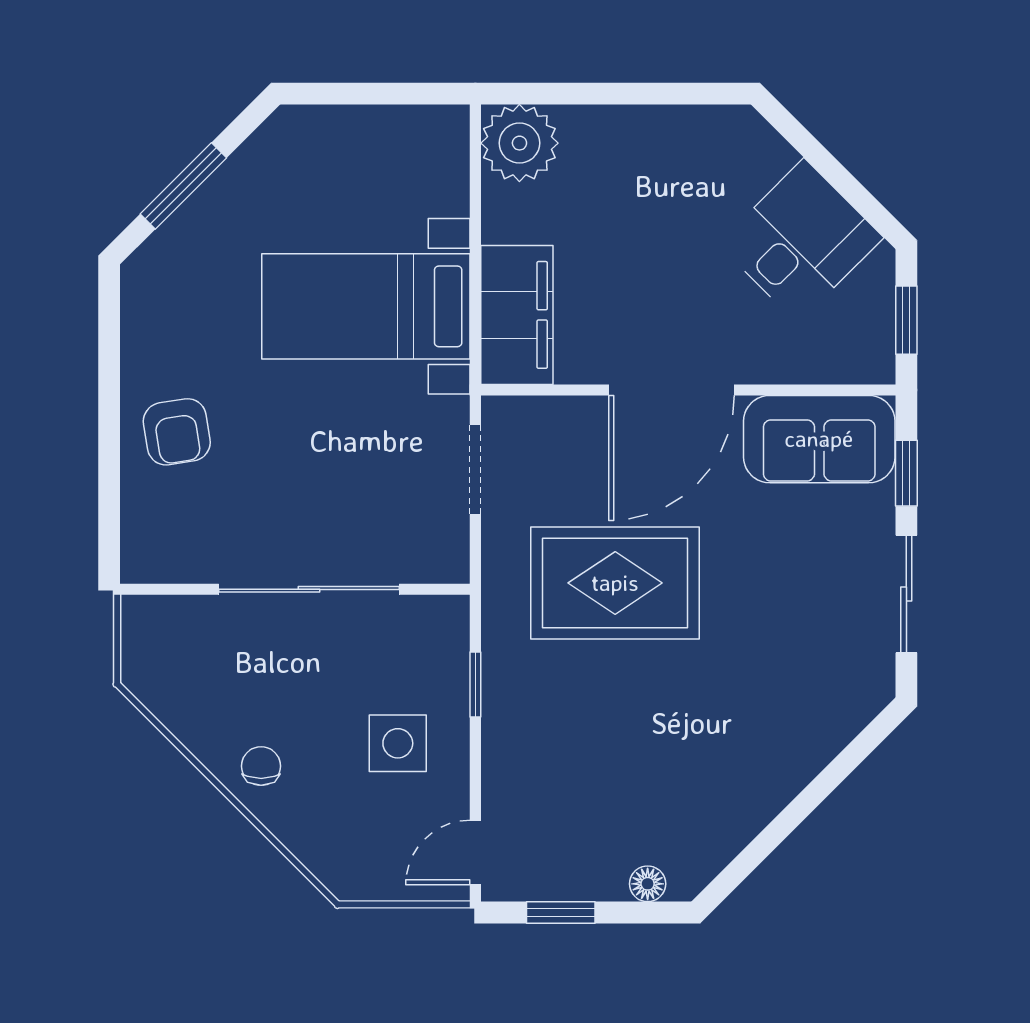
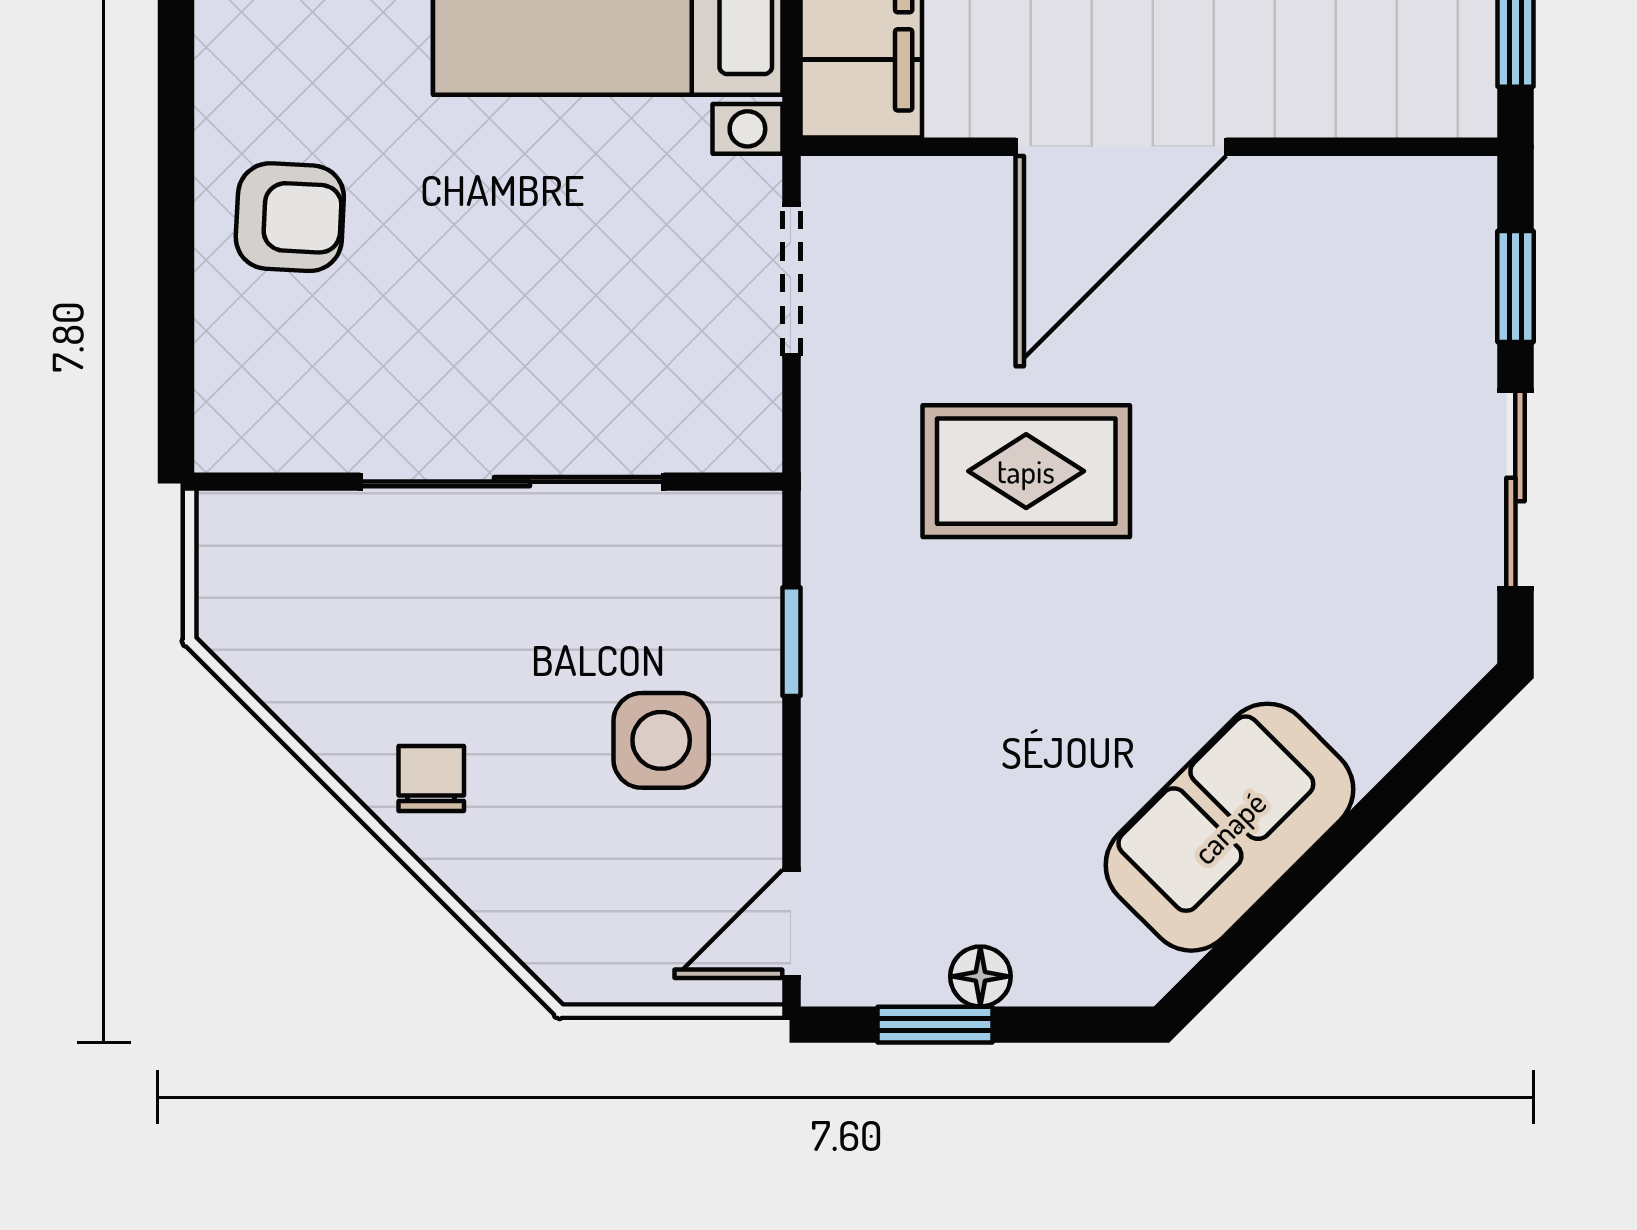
armchair: (177, 432) -> (290, 217), turned -78
sofa: (819, 439) -> (1229, 827), moved, turned 135
rug: (615, 583) -> (1026, 471), width x0.73, depth x0.70
floor lamp: (648, 884) -> (980, 976), moved

